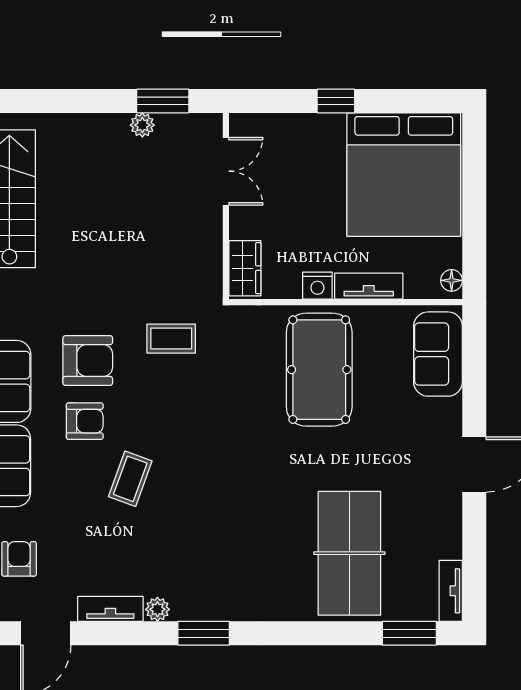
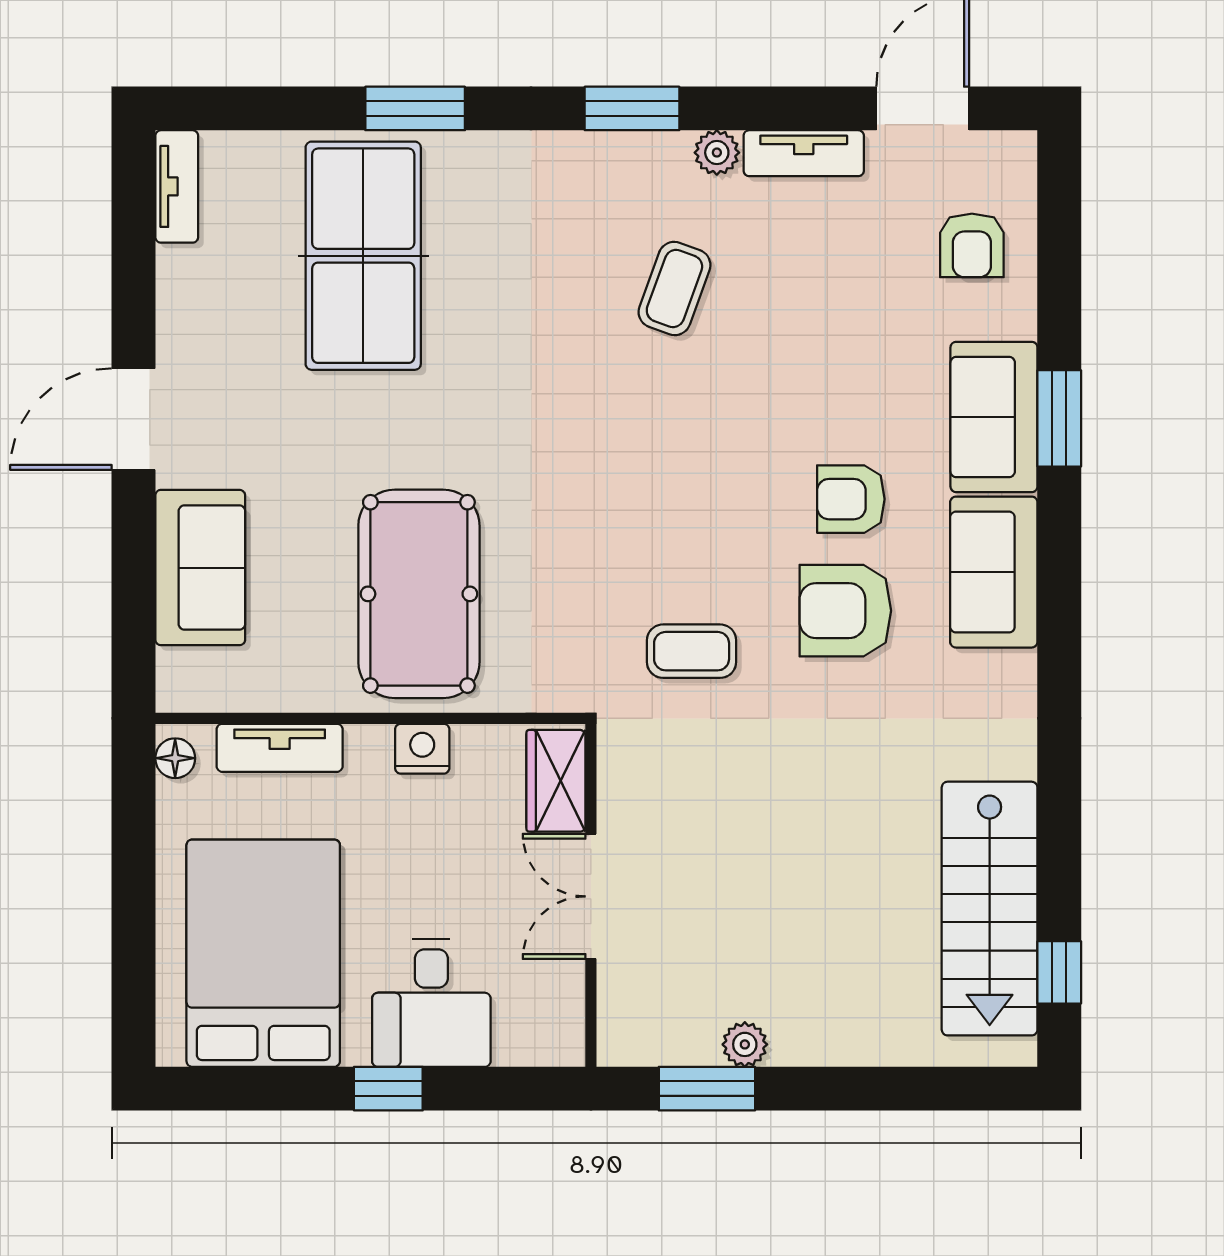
desk: (312, 148) -> (431, 1003), added
double door: (226, 171) -> (591, 896), moved
bed: (404, 175) -> (263, 953), width x0.73
tv unit: (369, 286) -> (280, 748), moved
sofa: (438, 354) -> (200, 568), moved
coffee table: (130, 479) -> (674, 288), moved
window: (409, 633) -> (415, 108), moved

